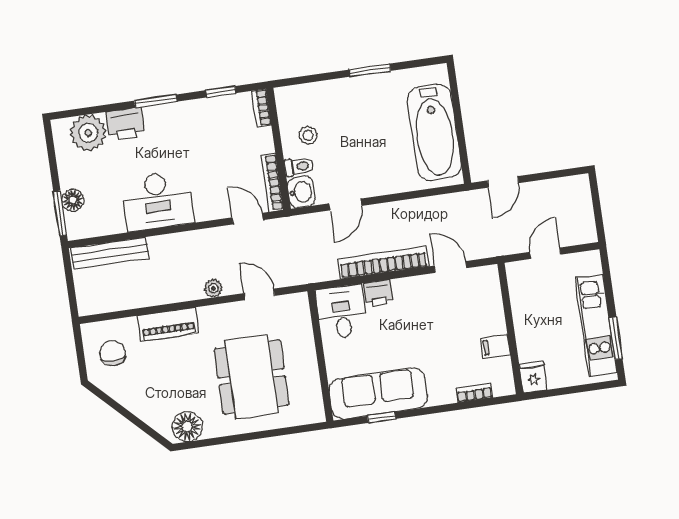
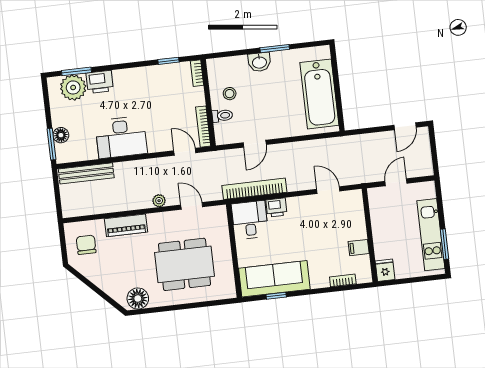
window: (156, 101) -> (76, 71), moved
door: (503, 182) -> (405, 126), moved
washbasin: (301, 192) -> (259, 62), moved, turned 90
bookcase: (384, 263) -> (254, 189), moved
dining table: (252, 377) -> (184, 264), turned 90

